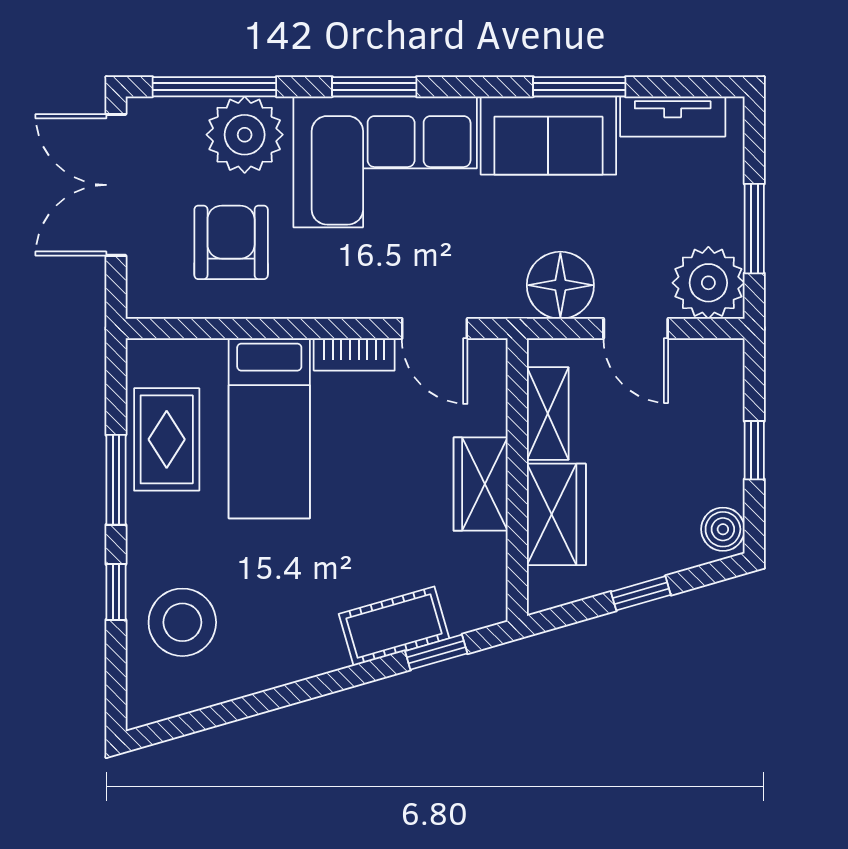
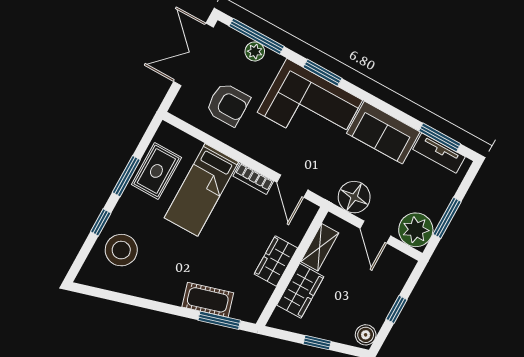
window: (579, 87) -> (440, 137), moved
plant: (245, 135) -> (255, 51), width x0.53, depth x0.53
armchair: (231, 242) -> (228, 104), turned 90
window: (436, 652) -> (219, 320), width x1.50

